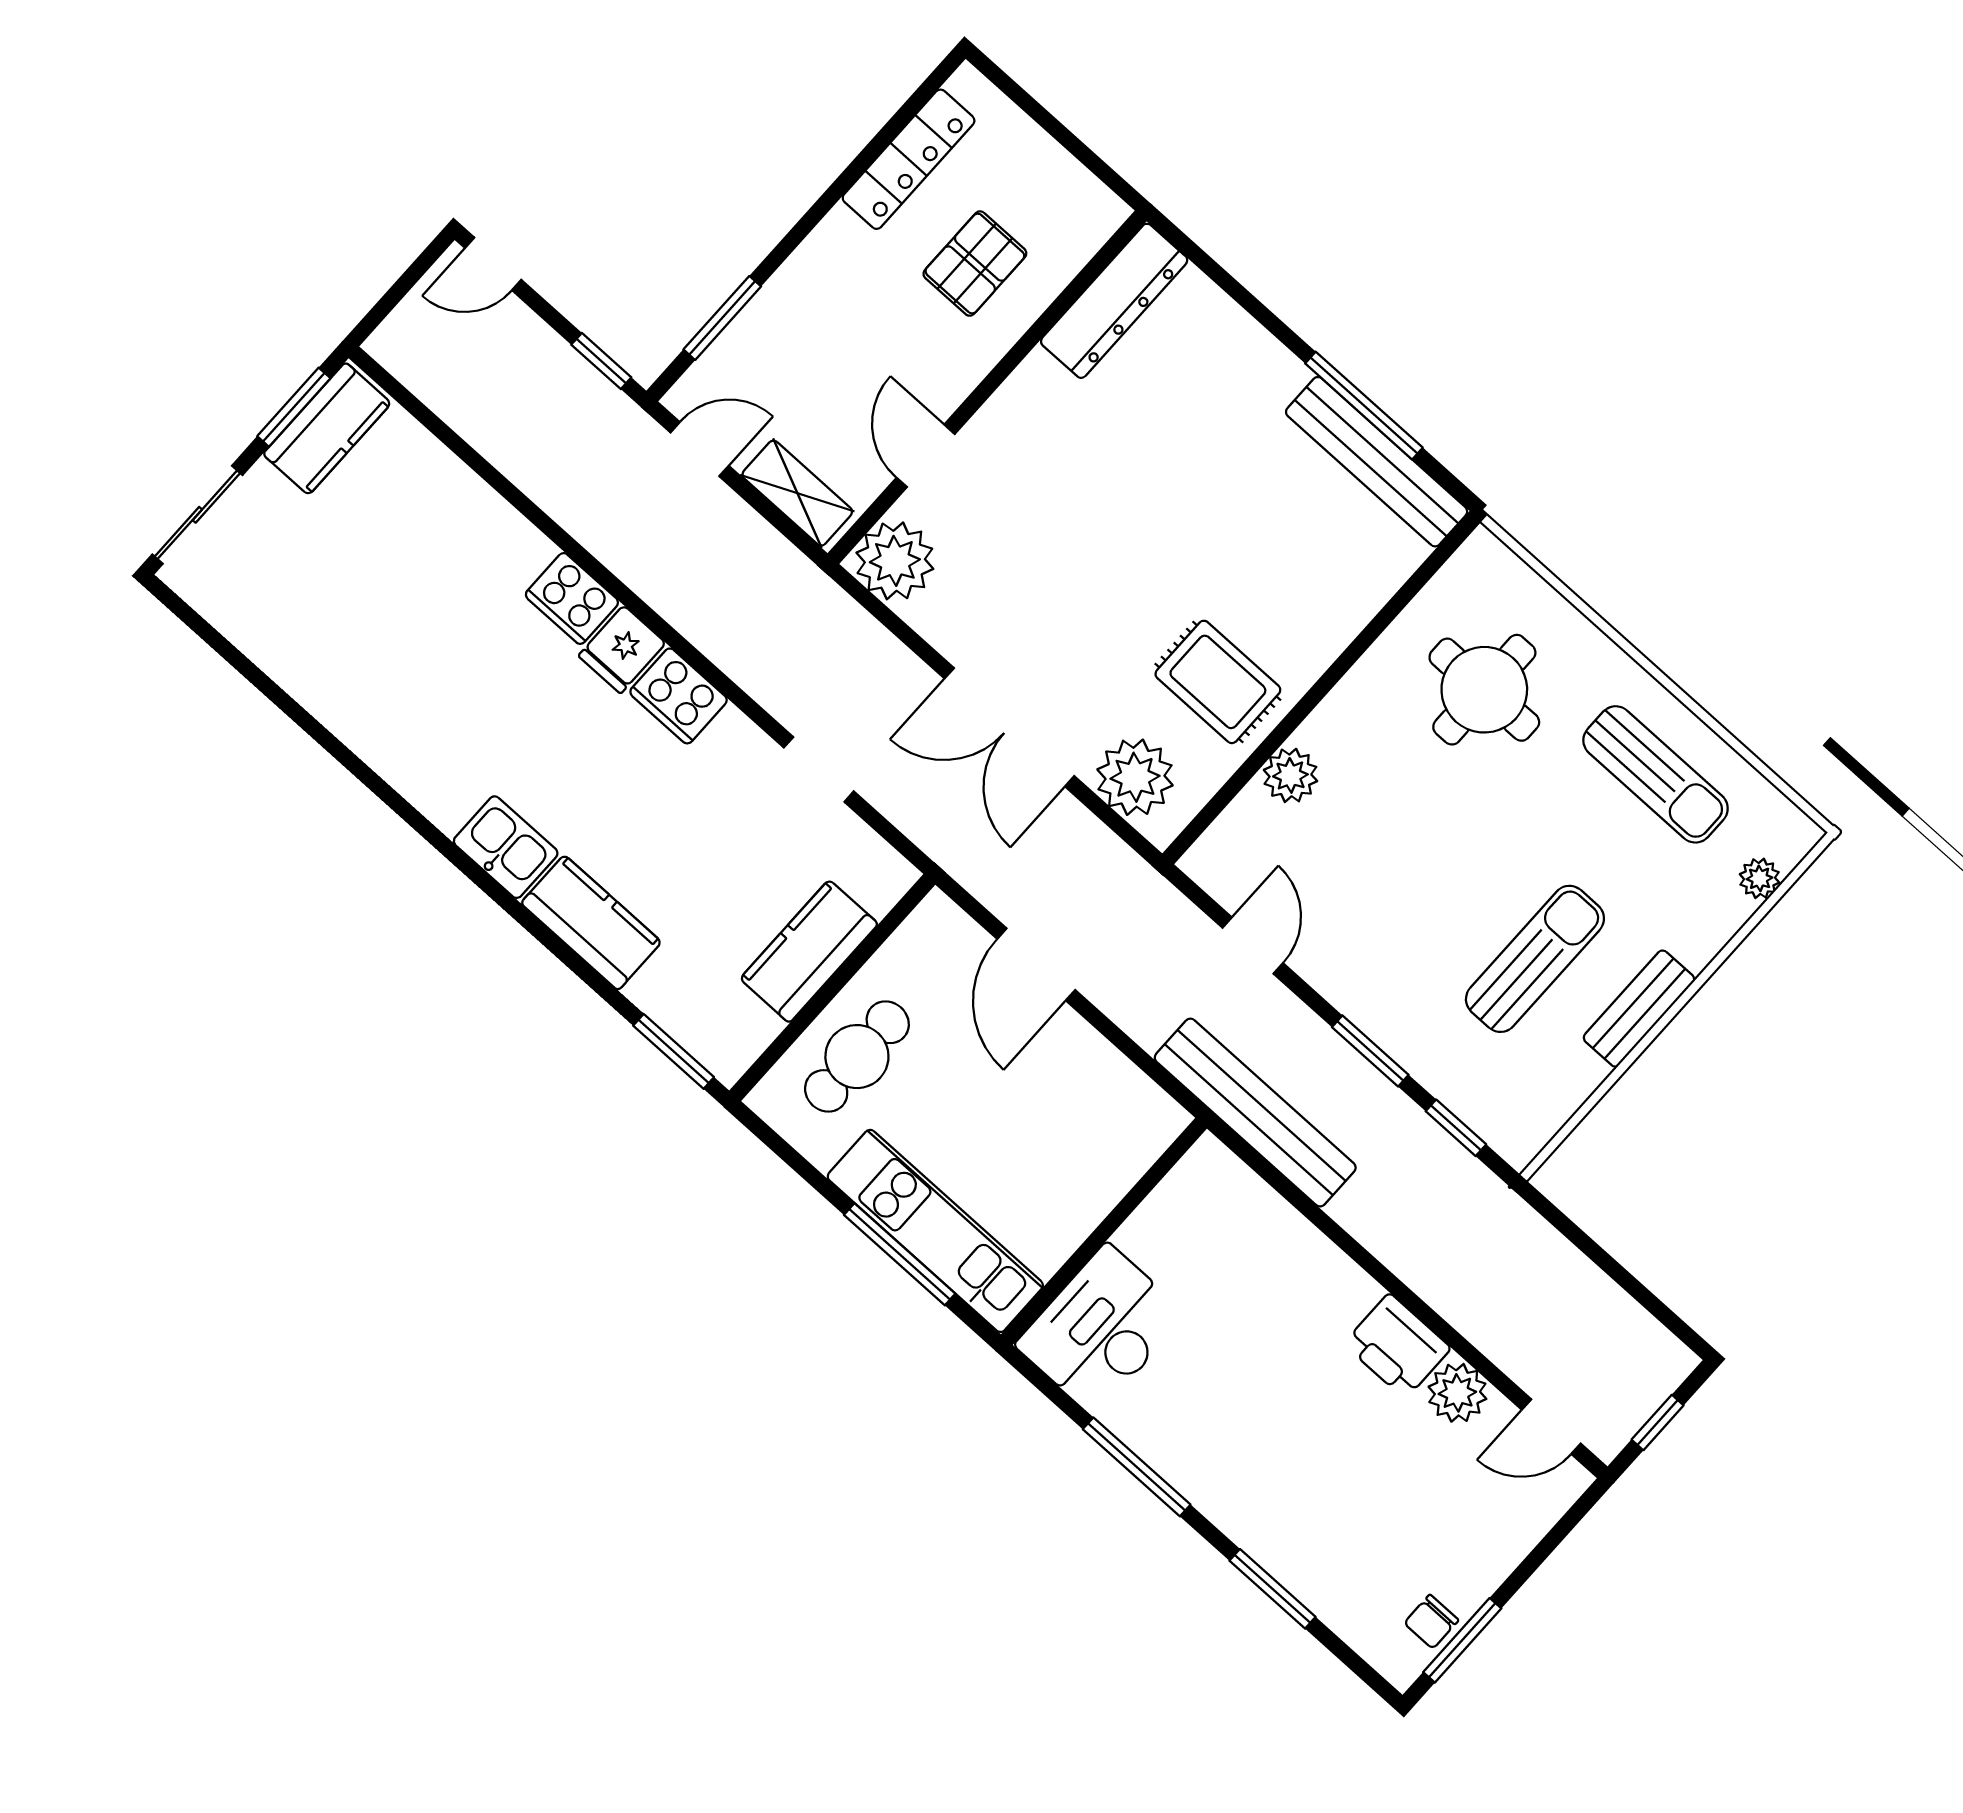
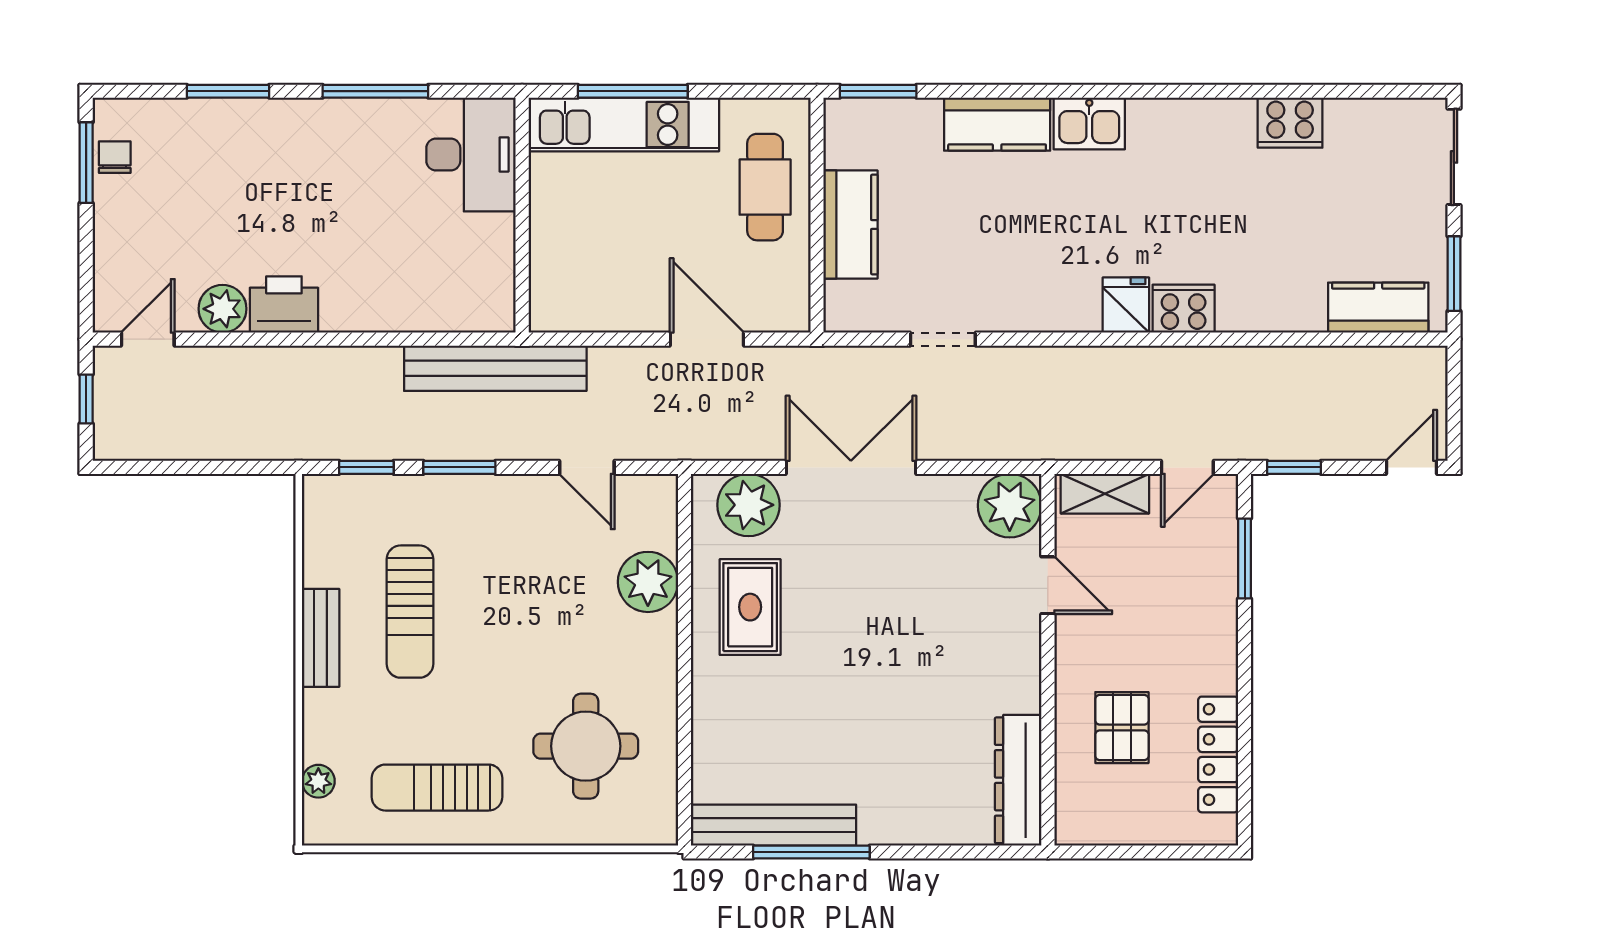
kitchen counter: (327, 429) -> (1378, 308), moved, turned 90
rug: (1218, 682) -> (750, 607), turned 90
cooker: (679, 696) -> (1290, 123), moved, turned 180
plant: (1290, 775) -> (648, 582), width x1.36, depth x1.36

